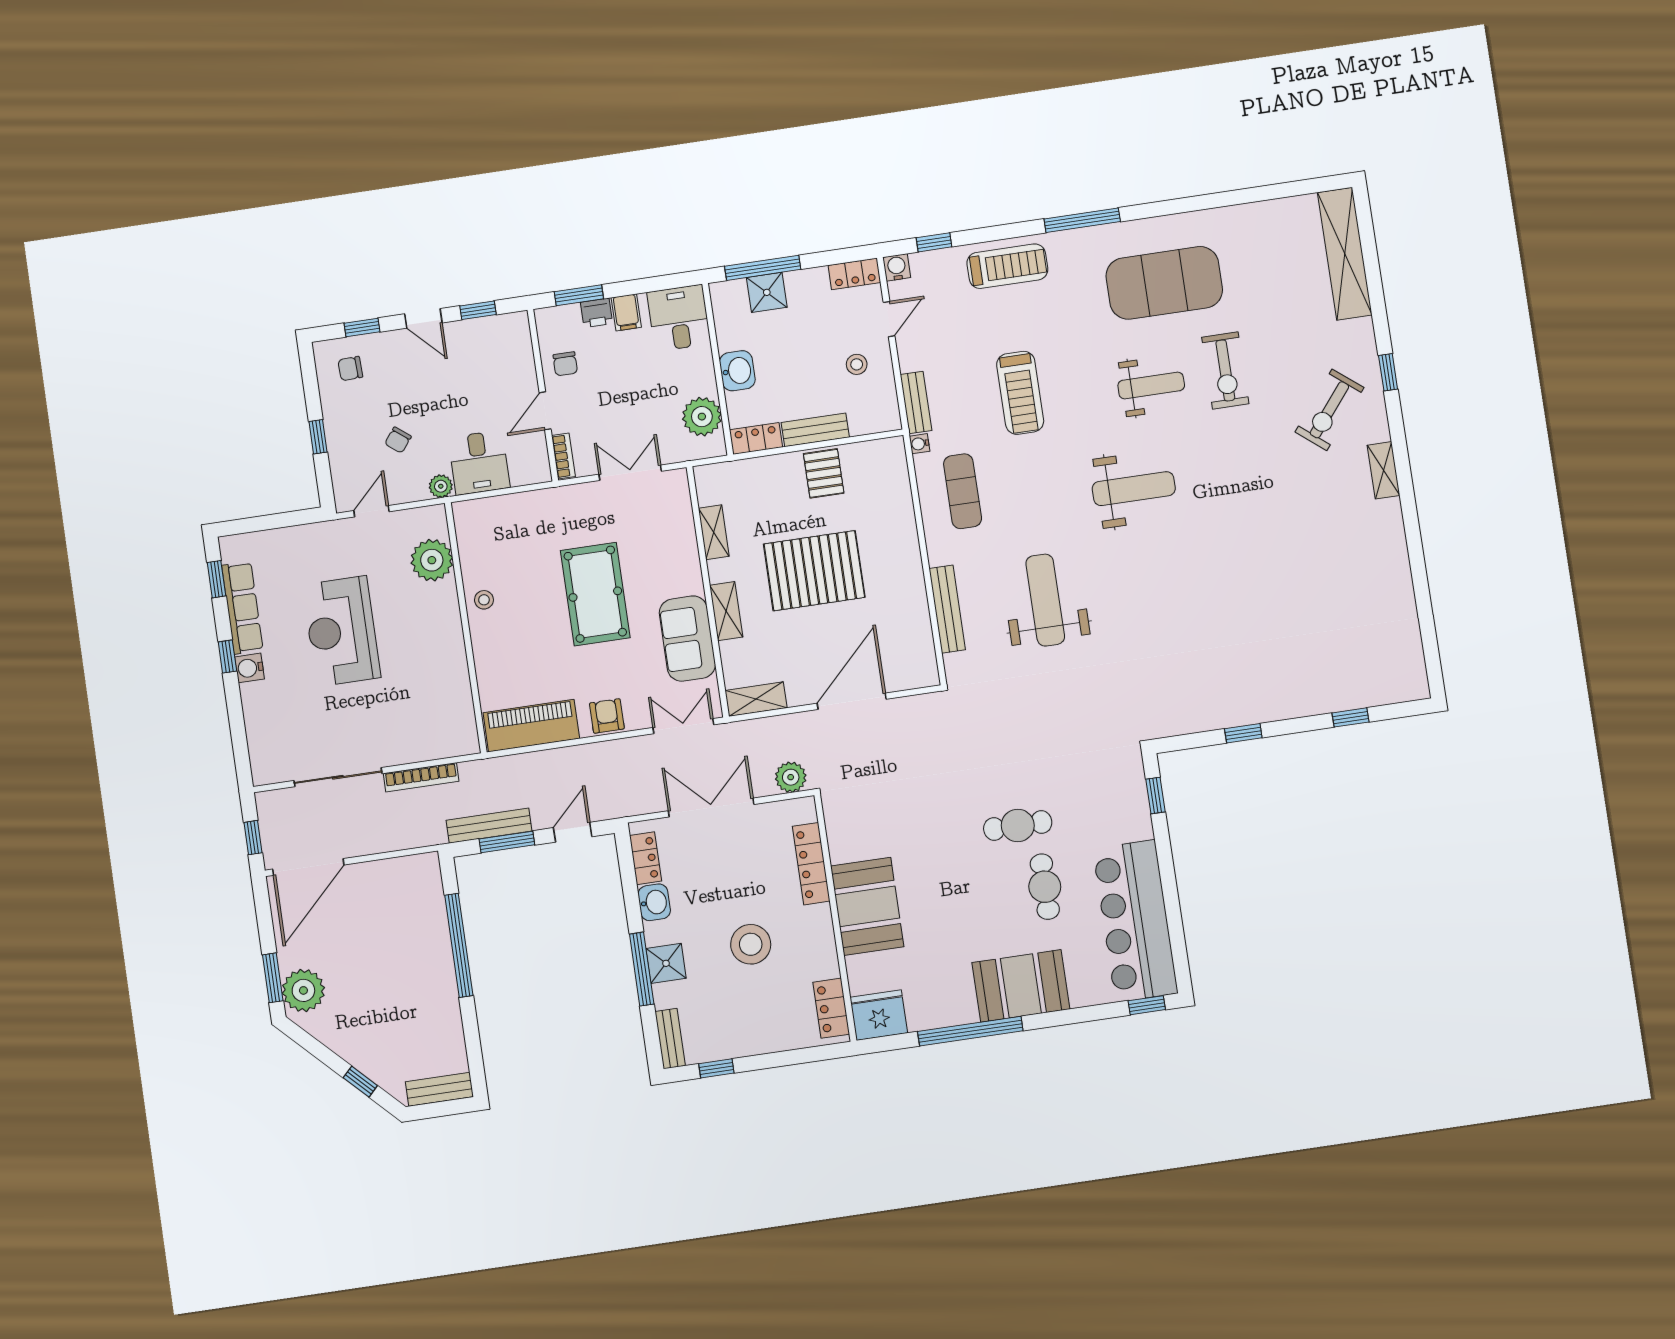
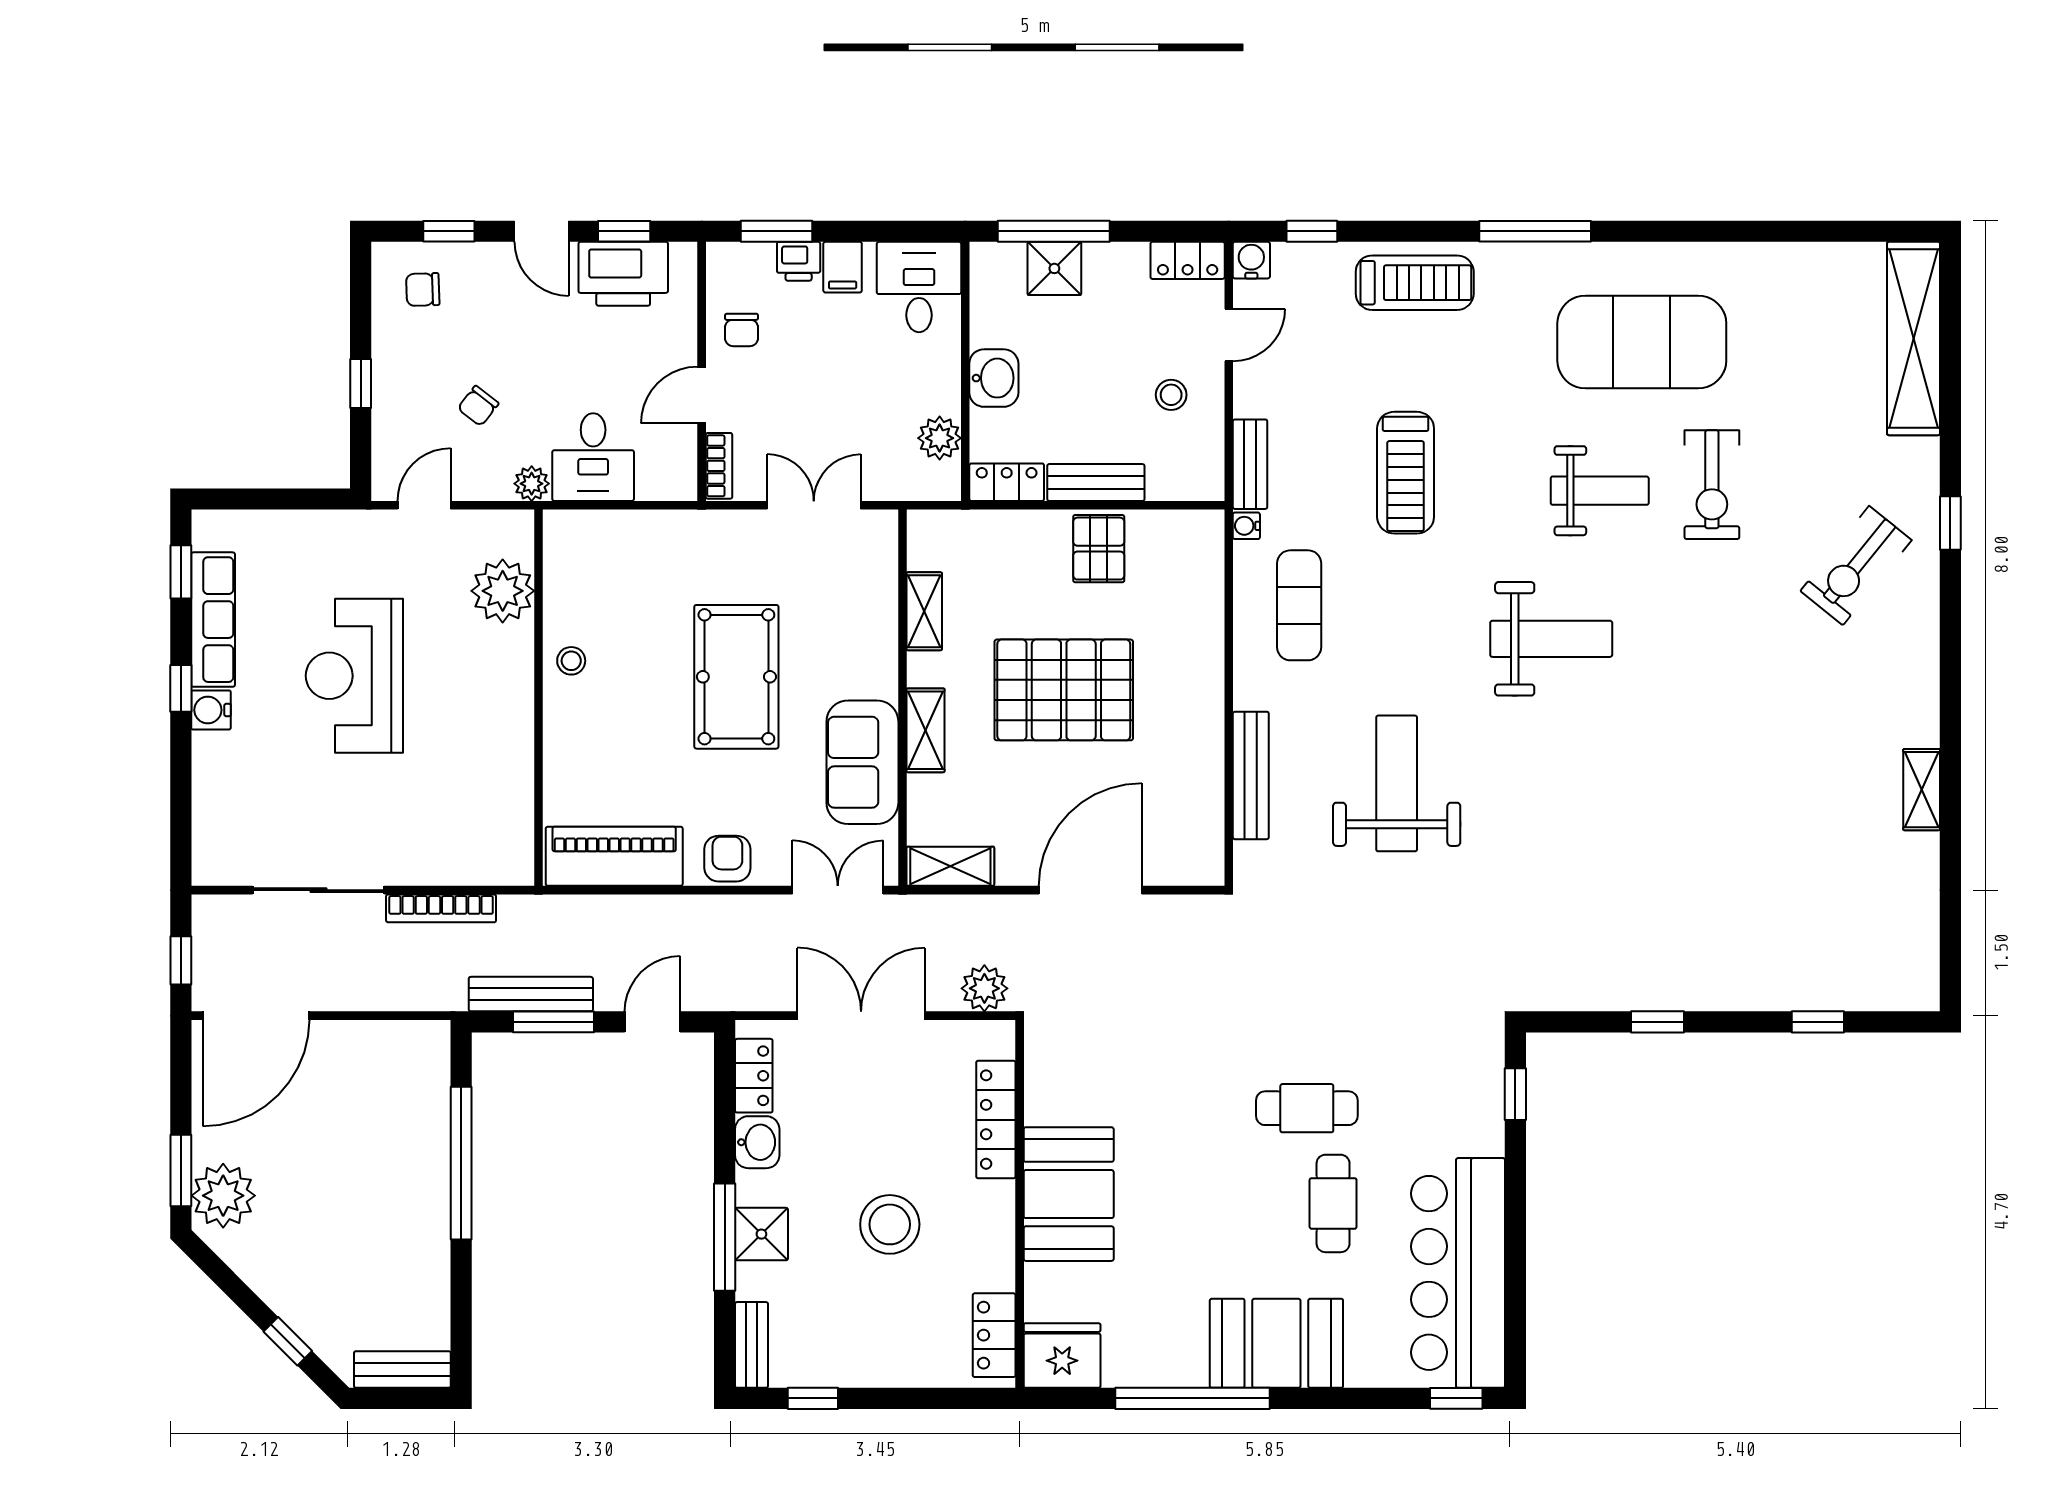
printer: (481, 338) -> (623, 274), added
plant: (702, 417) -> (940, 438), width x0.73, depth x0.73
shelving: (1383, 470) -> (1922, 790), moved

